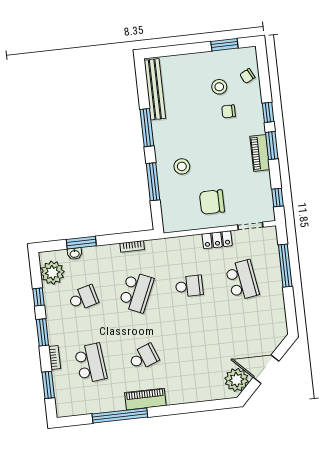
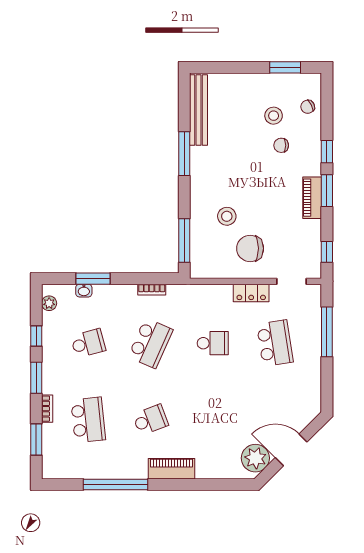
stool: (182, 166) -> (227, 216), moved
window: (153, 182) -> (184, 241), moved
plant: (52, 273) -> (49, 303), width x0.53, depth x0.53
piano: (145, 399) -> (172, 469), moved

